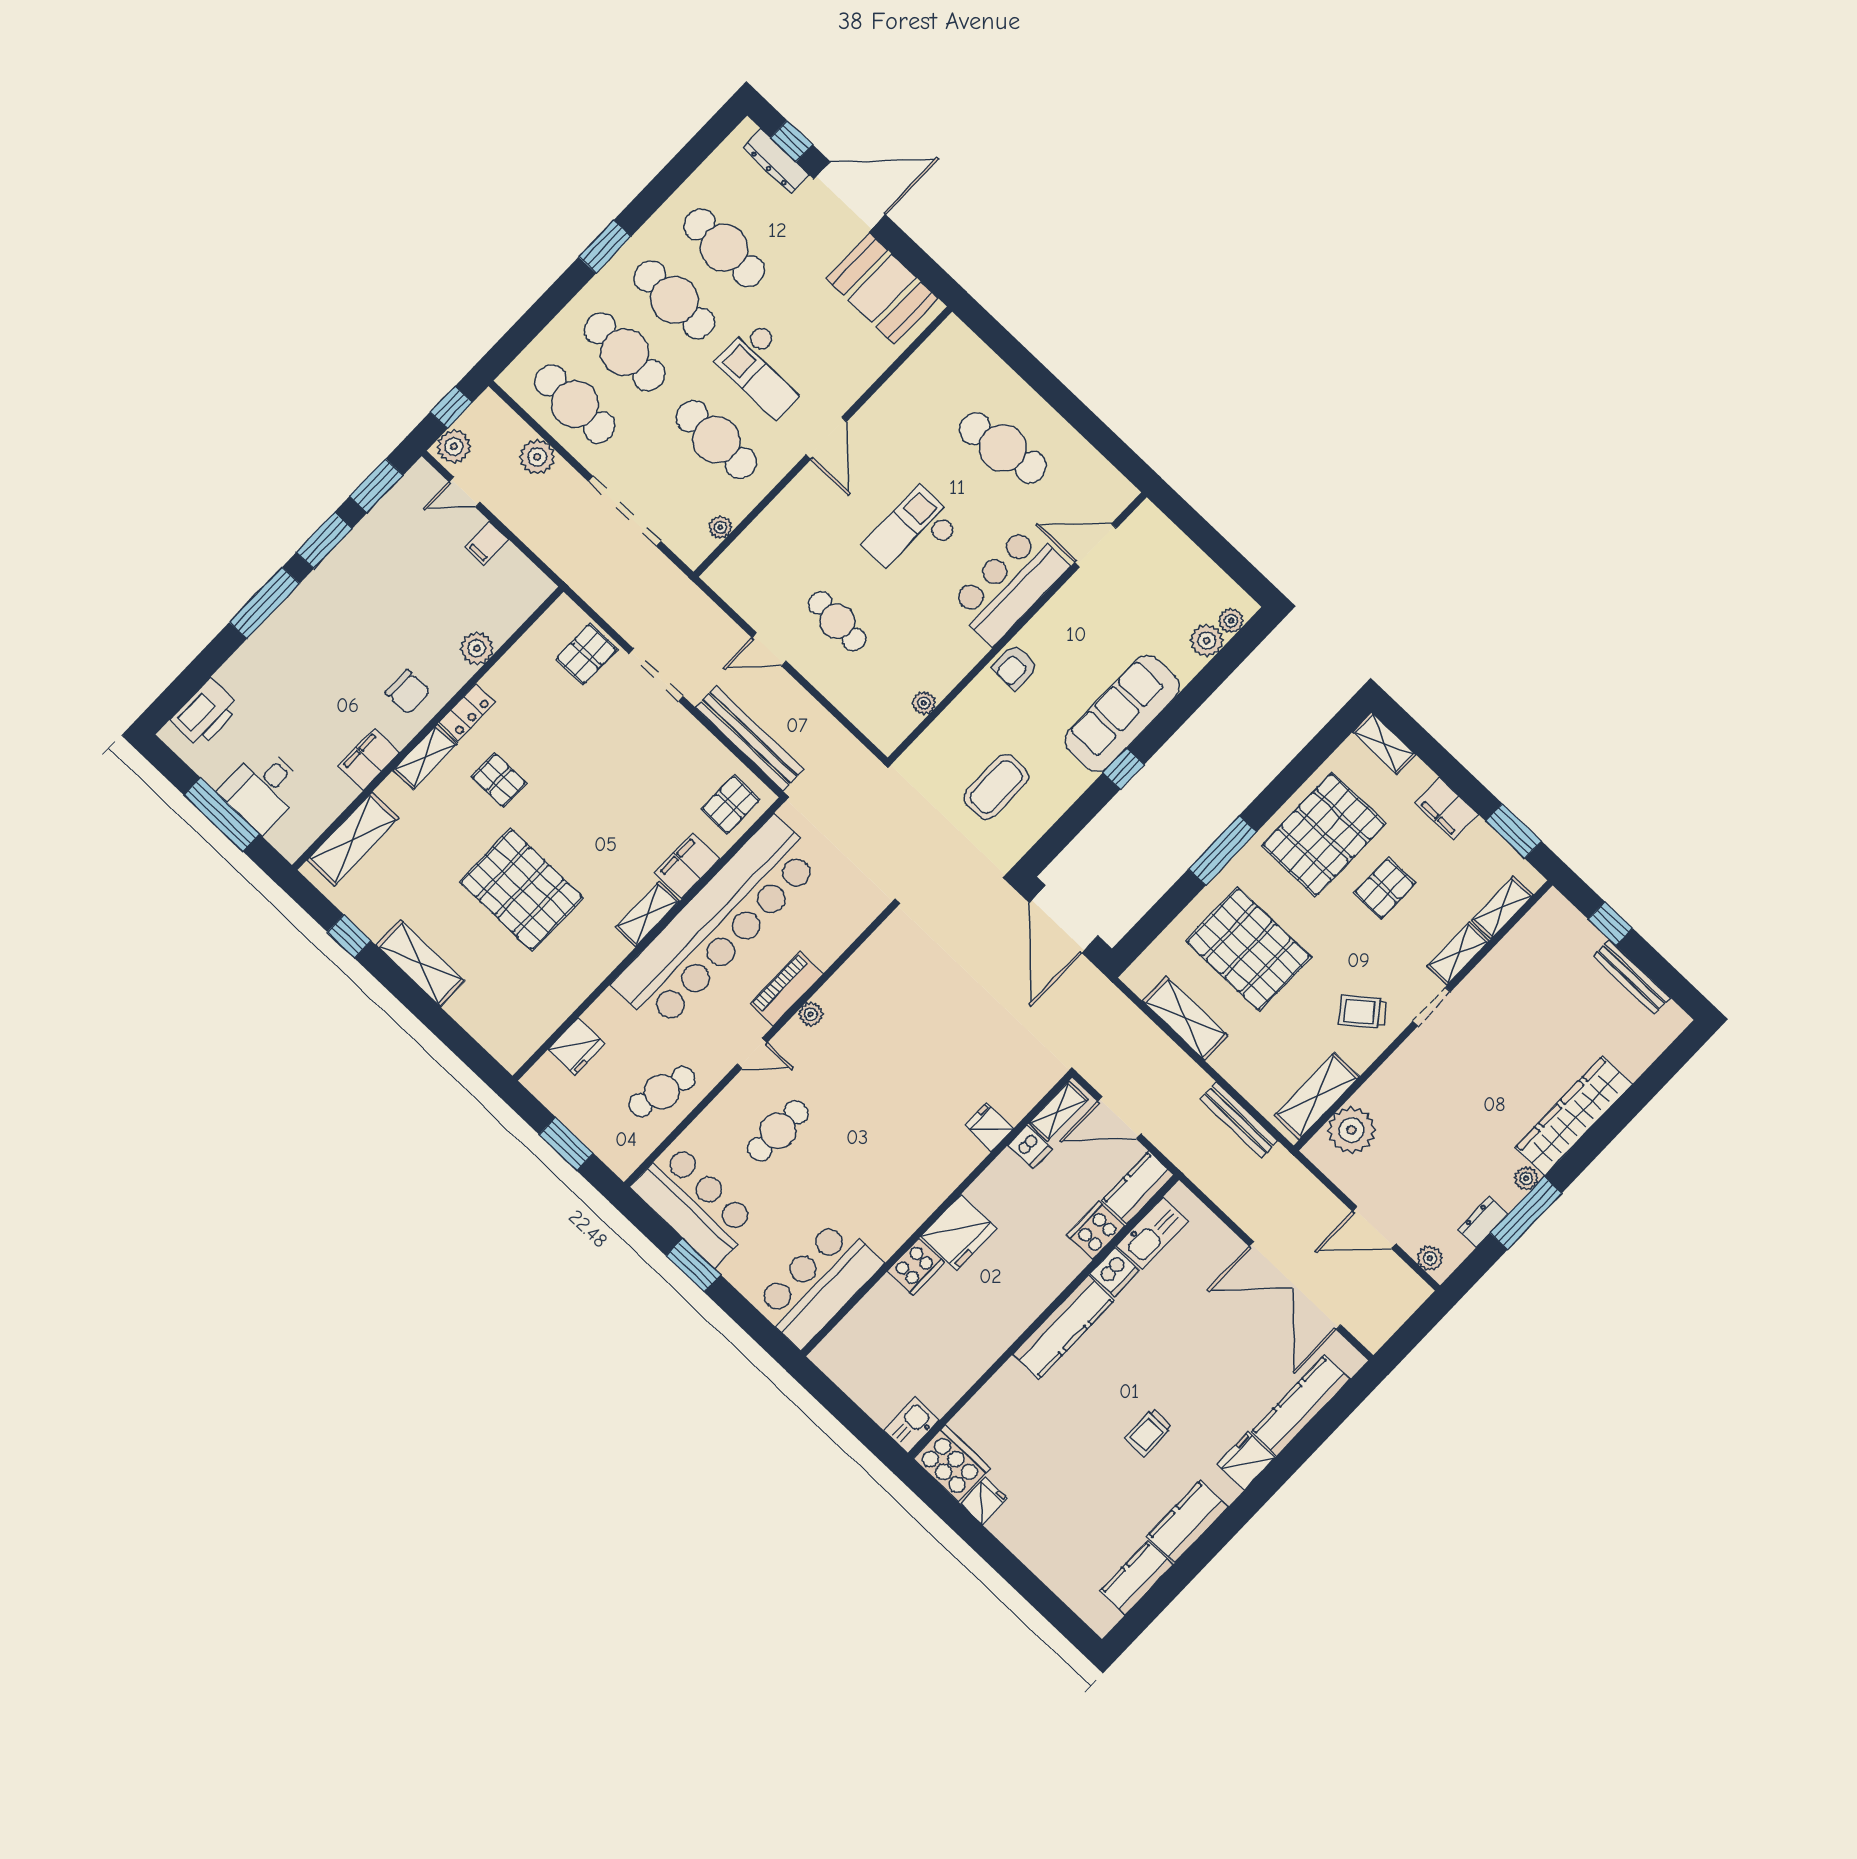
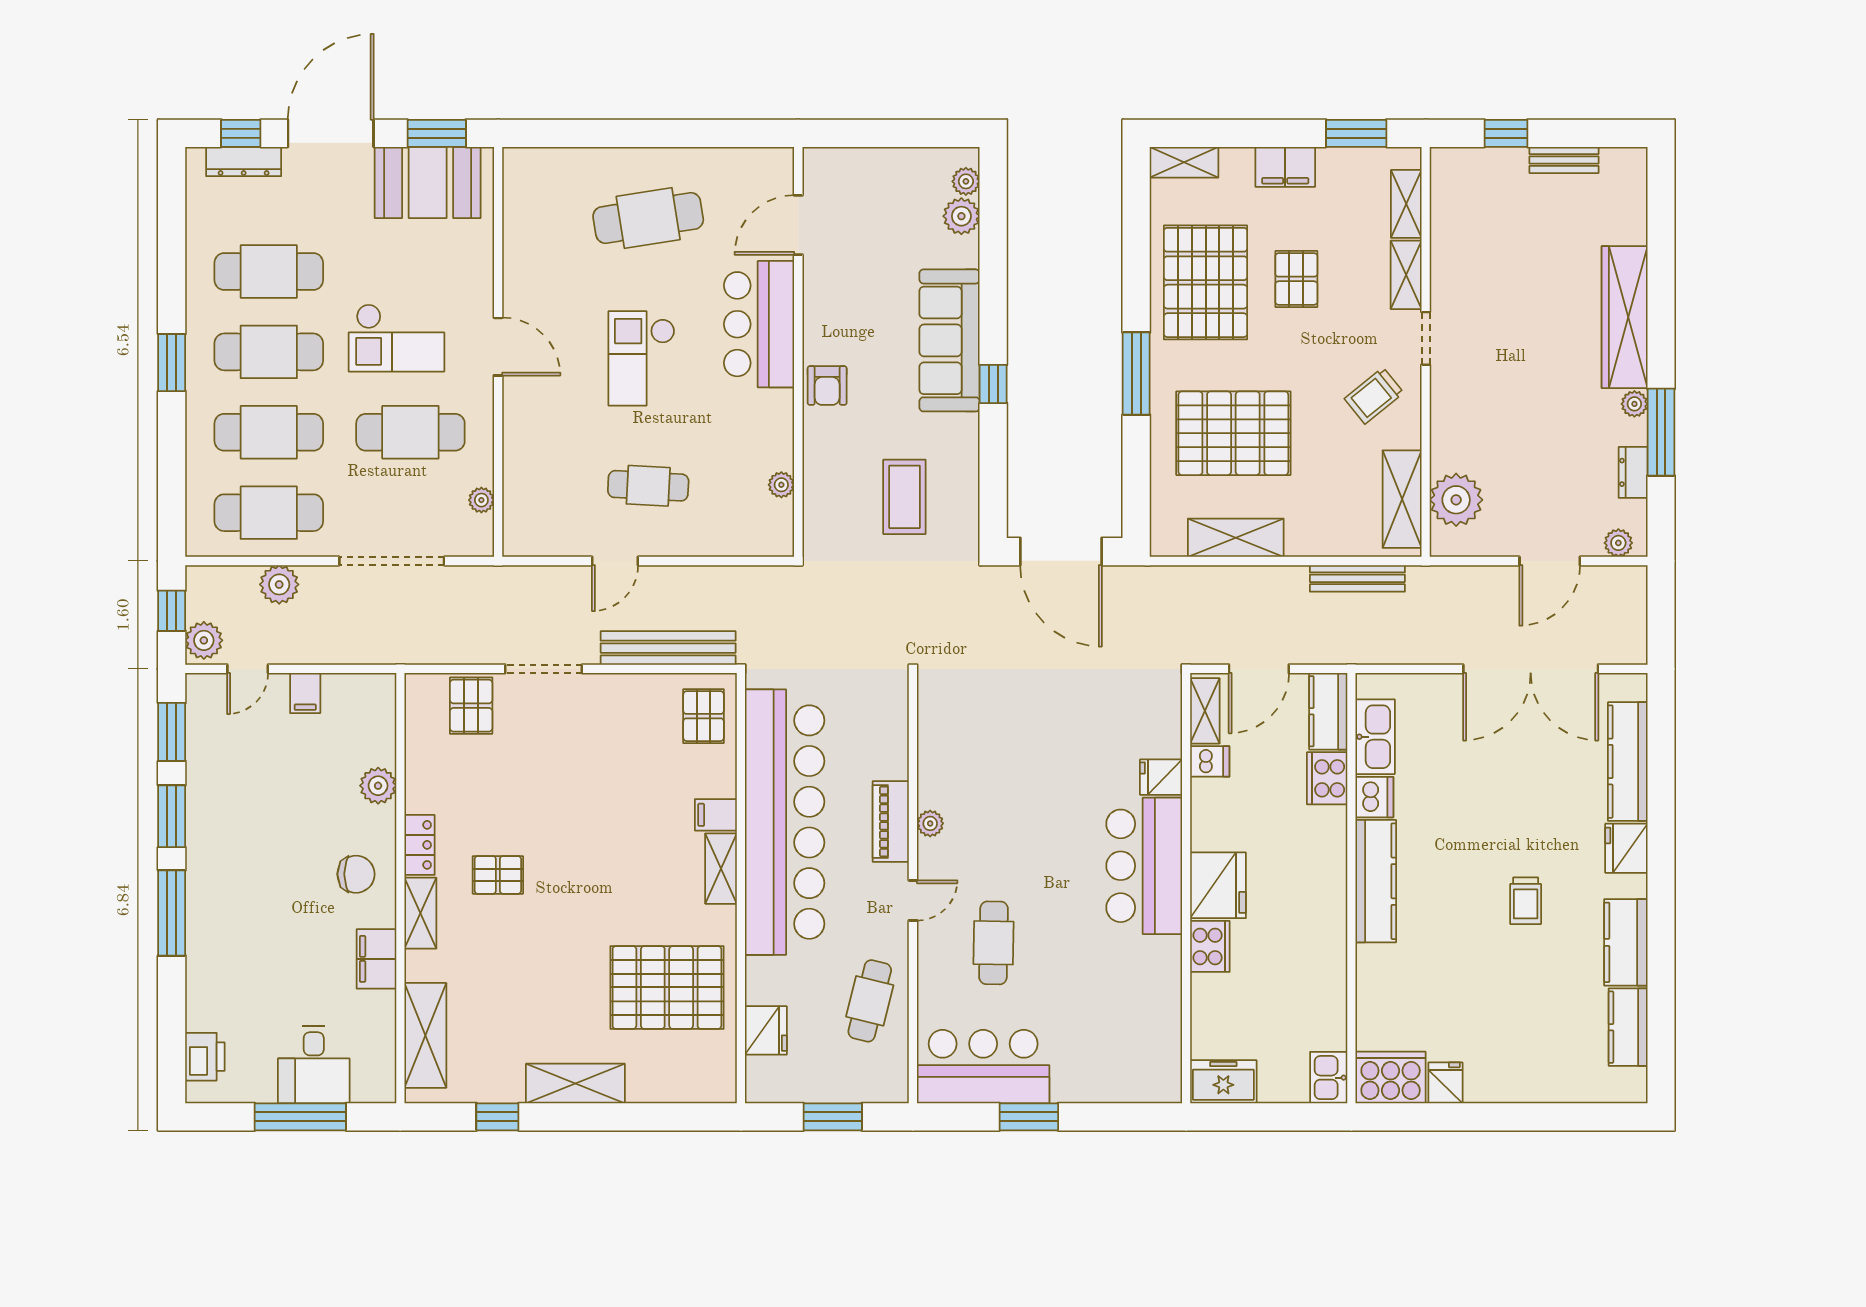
window: (918, 262) -> (437, 133), added
printer: (205, 713) -> (205, 1057), width x0.73, depth x0.84
filing cabinet: (687, 866) -> (716, 815), width x0.50
pallet: (522, 890) -> (667, 987), moved
bench: (1631, 977) -> (1564, 160), width x0.73
bar counter: (818, 1284) -> (1144, 866), moved
freezer: (841, 1363) -> (1223, 1082), added

